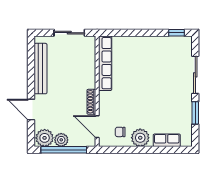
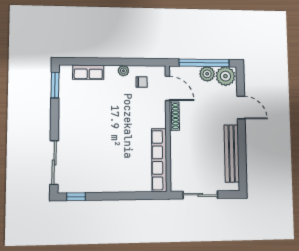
sliding door: (195, 75) -> (54, 163), moved
window: (195, 113) -> (55, 85), moved
plant: (140, 138) -> (123, 71), width x0.53, depth x0.53

